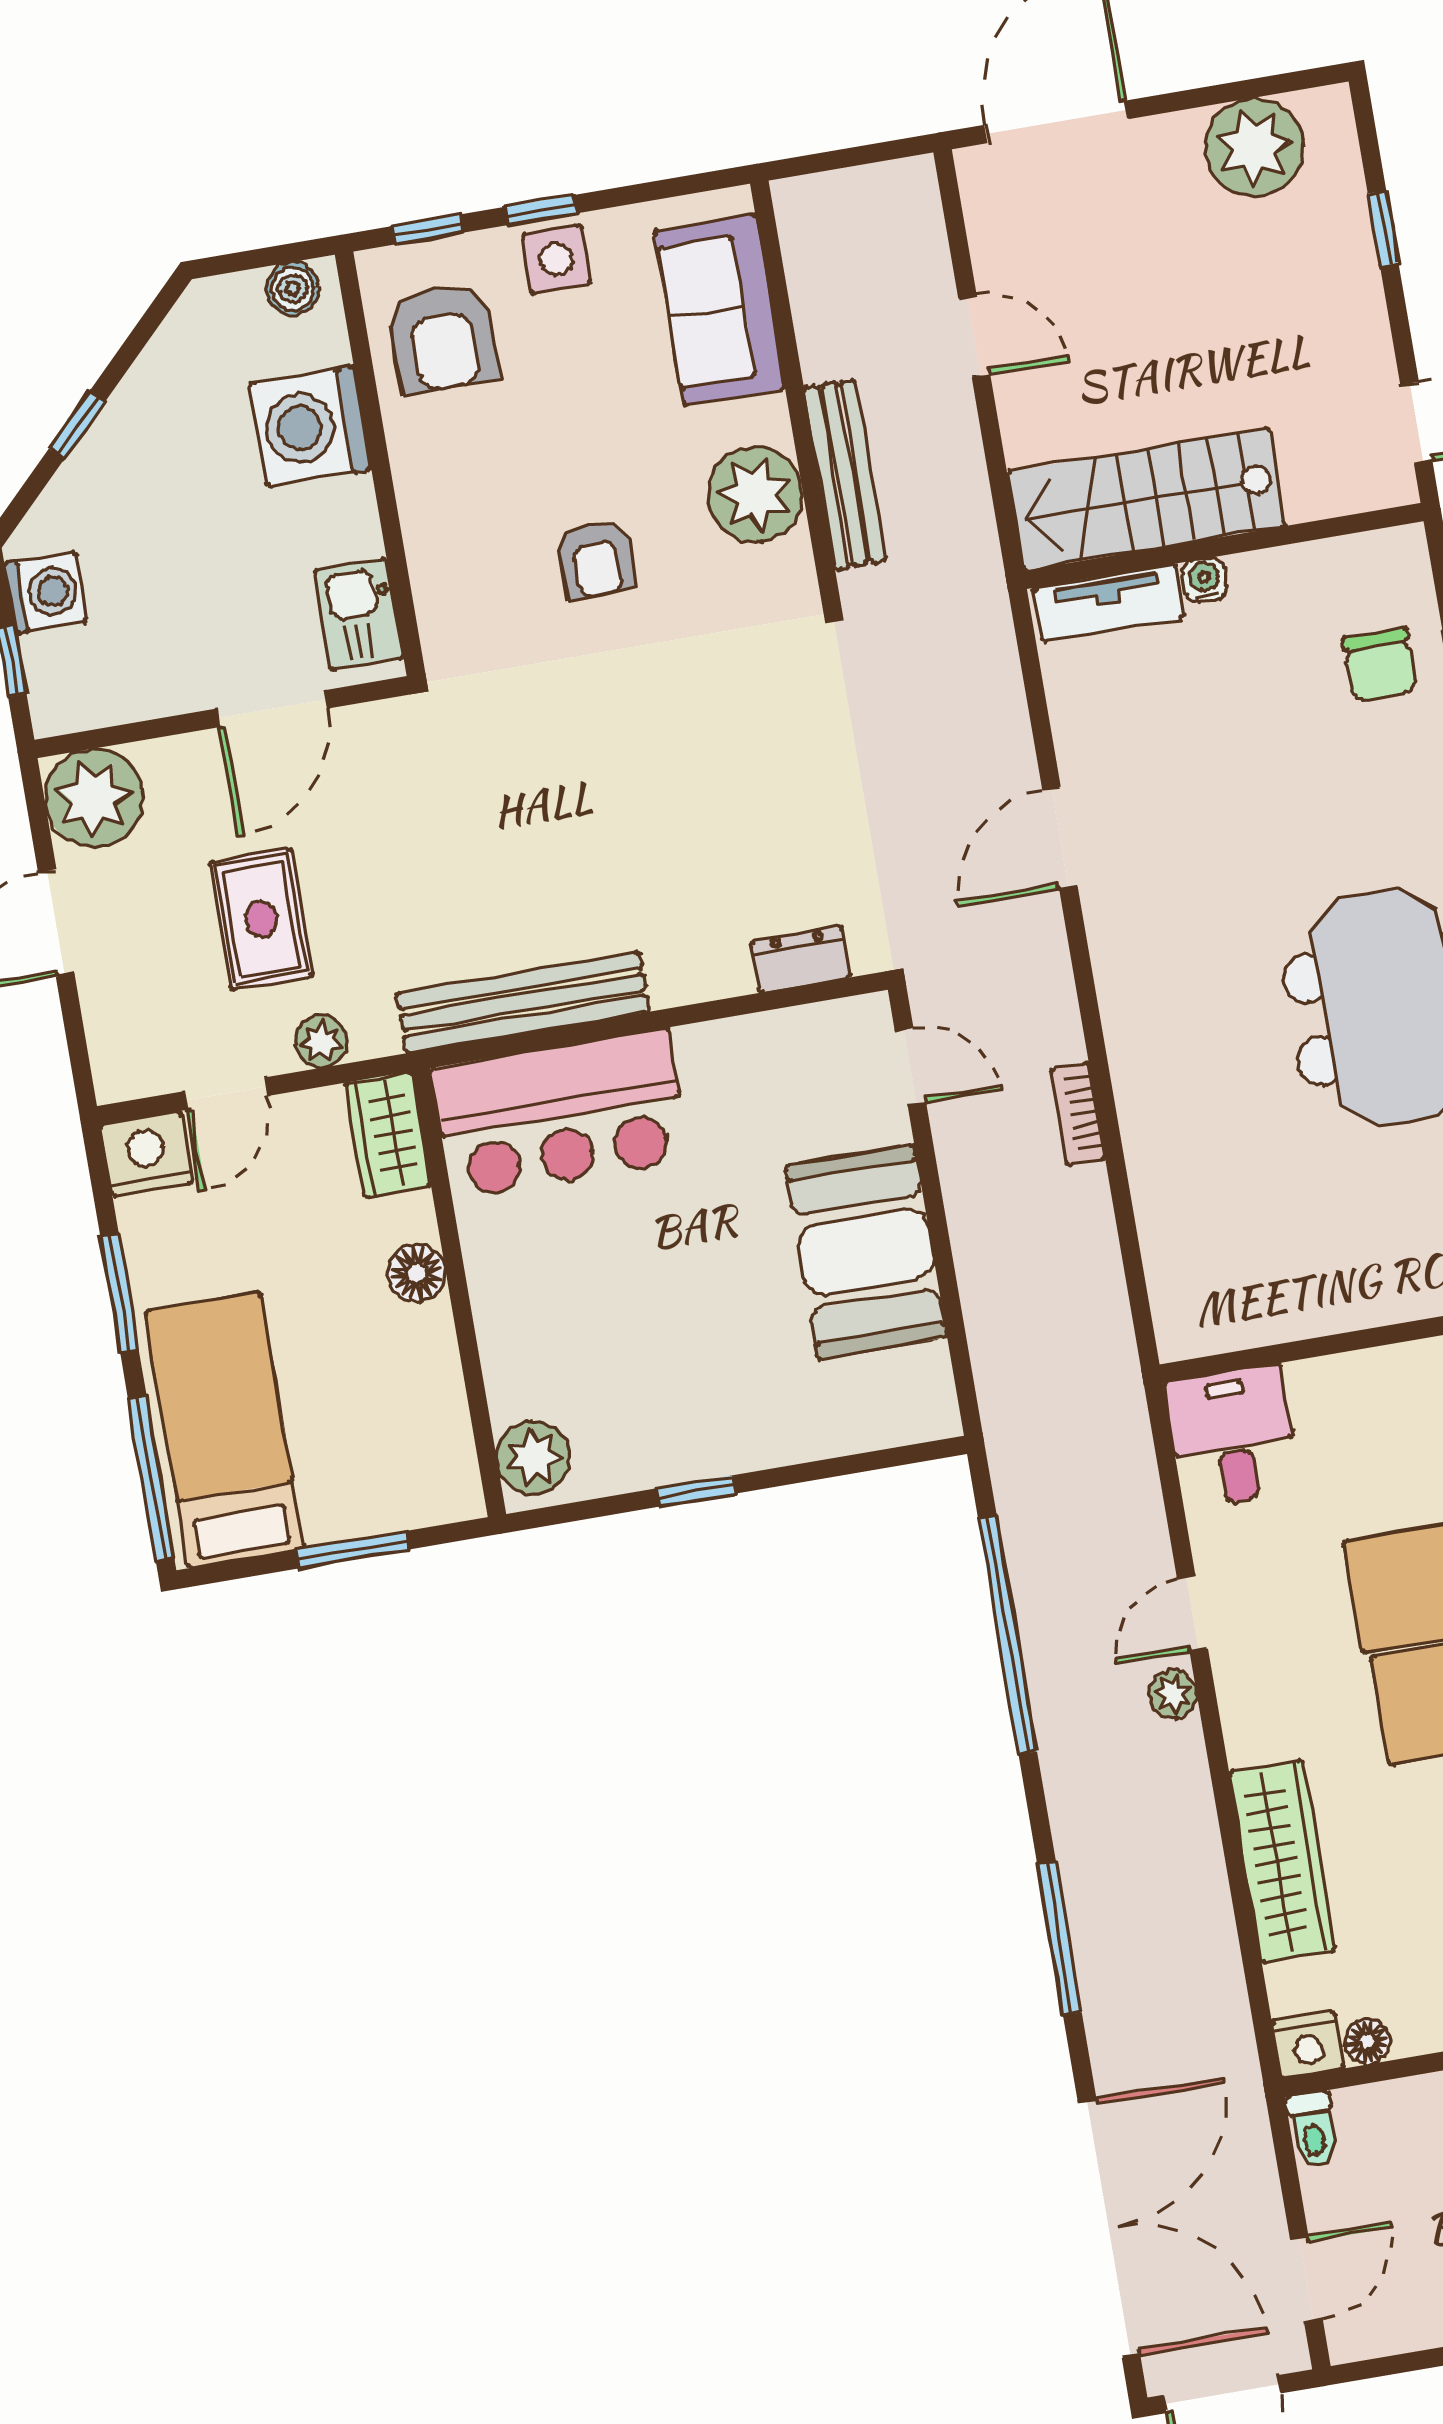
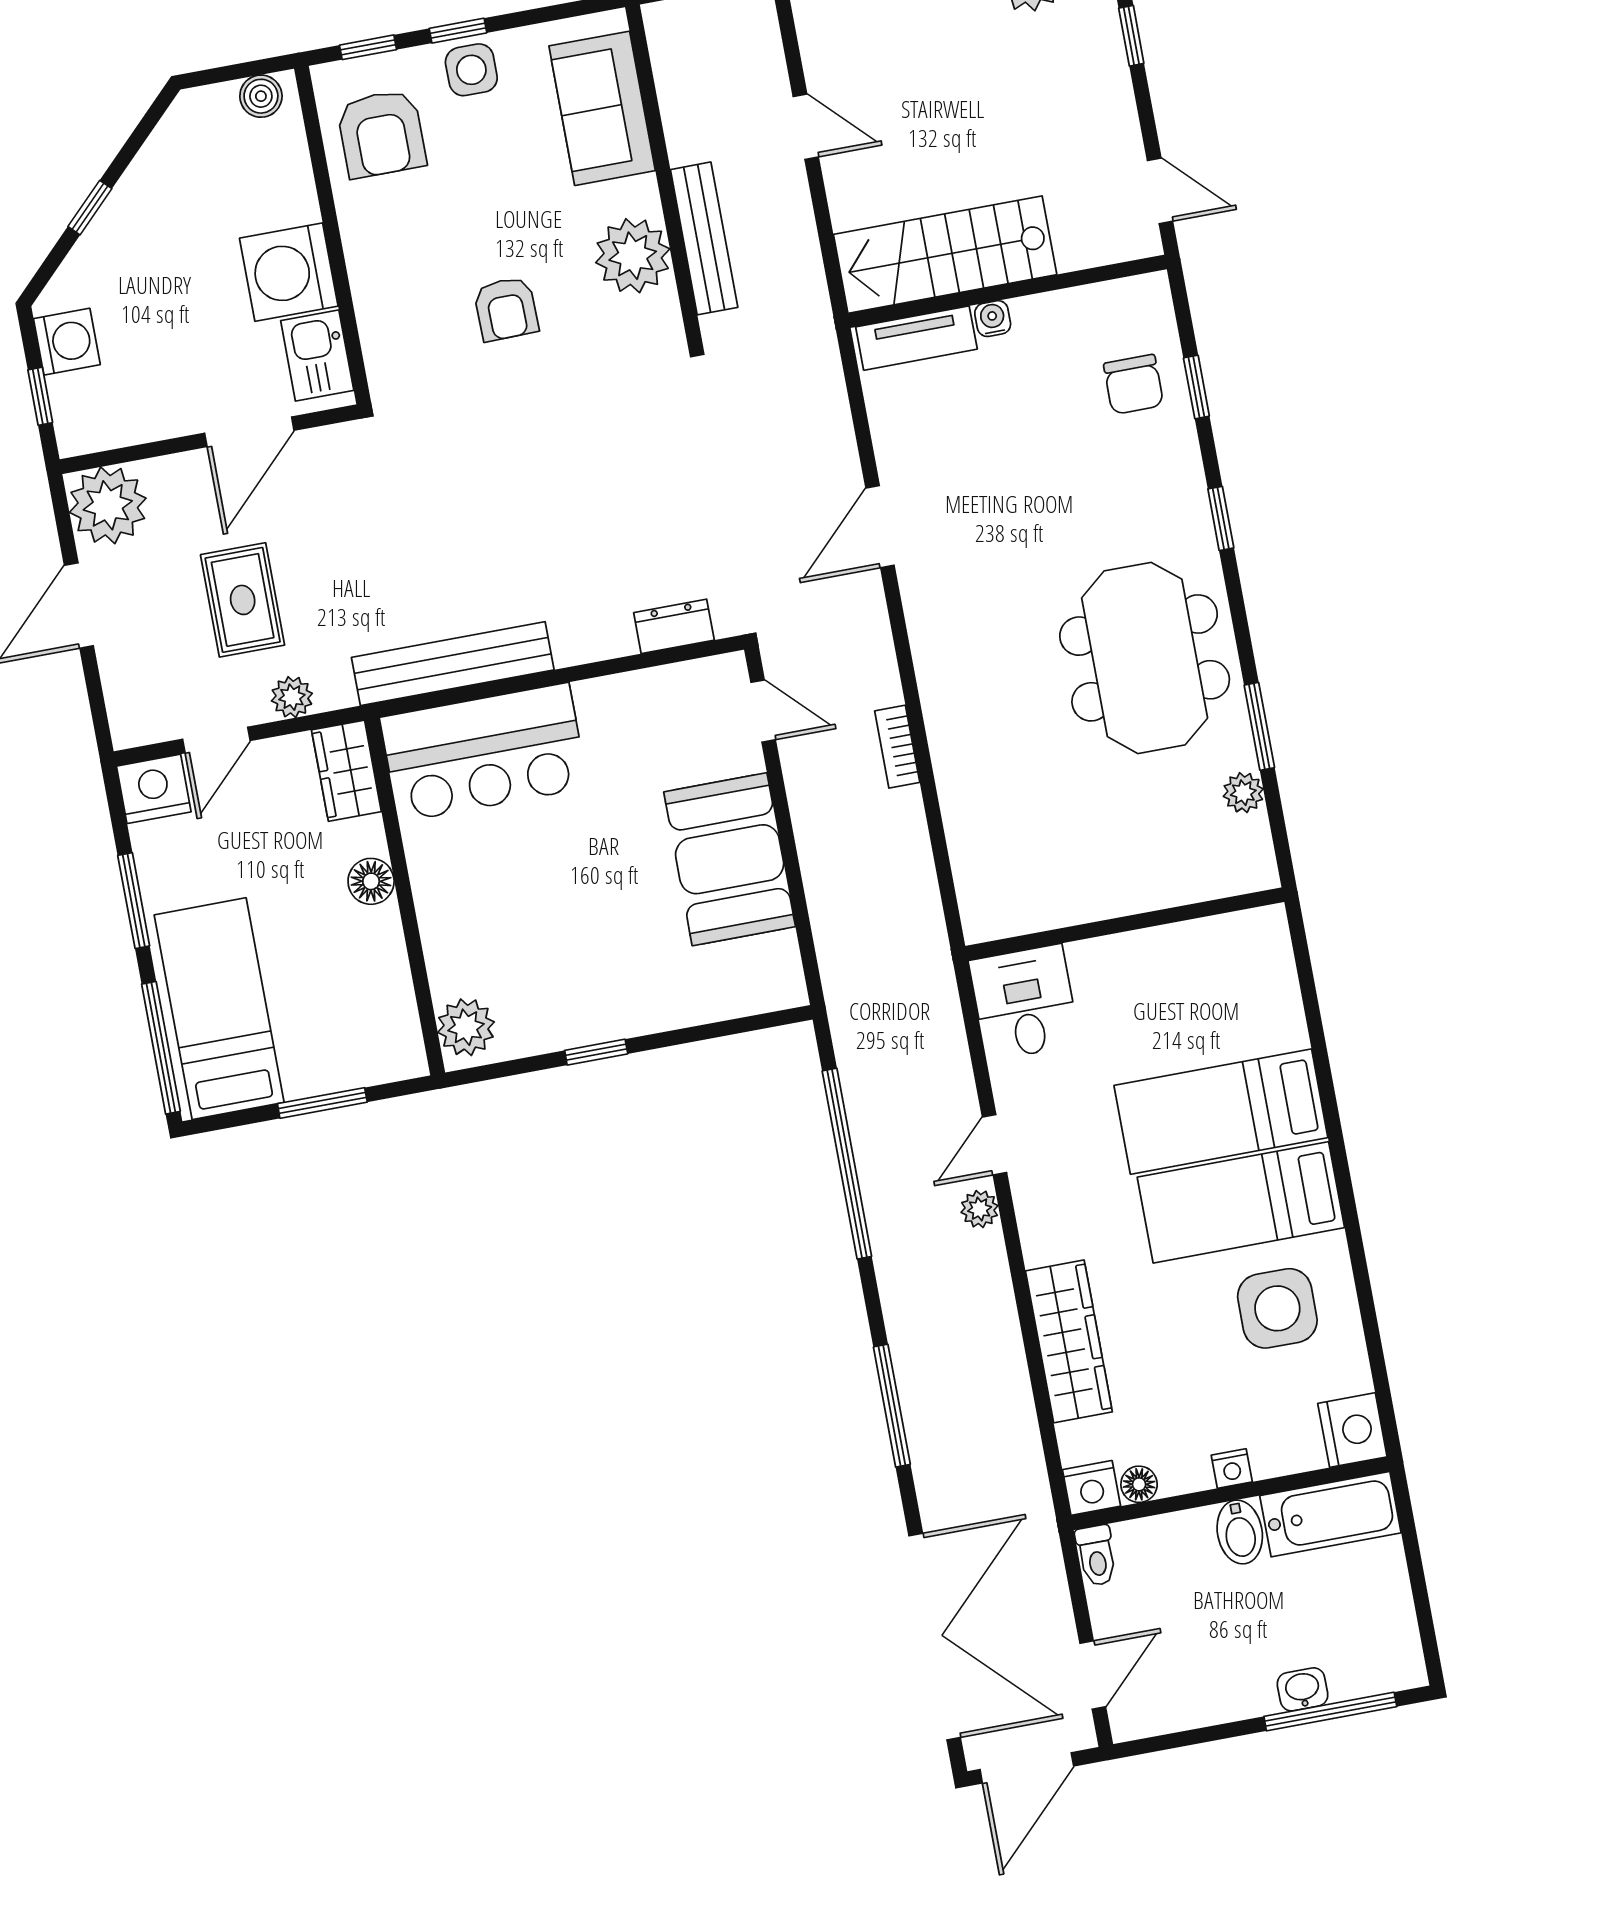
washing machine: (310, 426) -> (289, 272), moved

